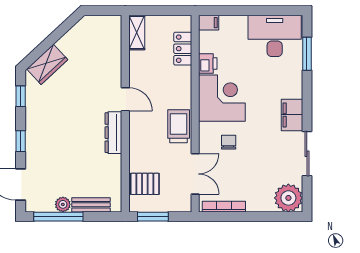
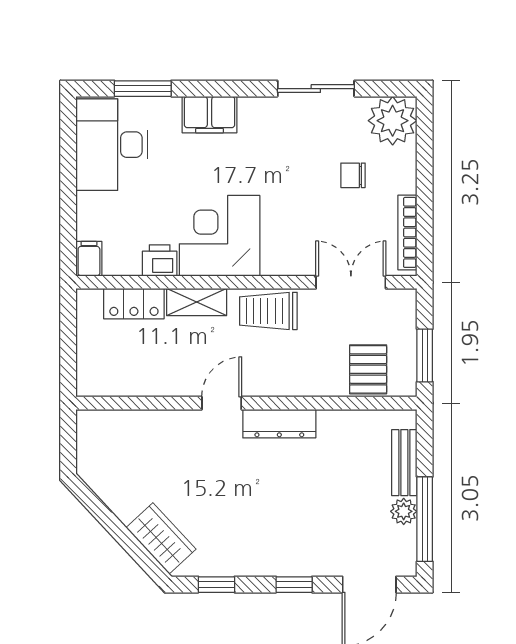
shelving: (137, 33) -> (197, 302), moved
filing cabinet: (292, 115) -> (210, 115), moved
chair: (229, 142) -> (353, 175), moved

